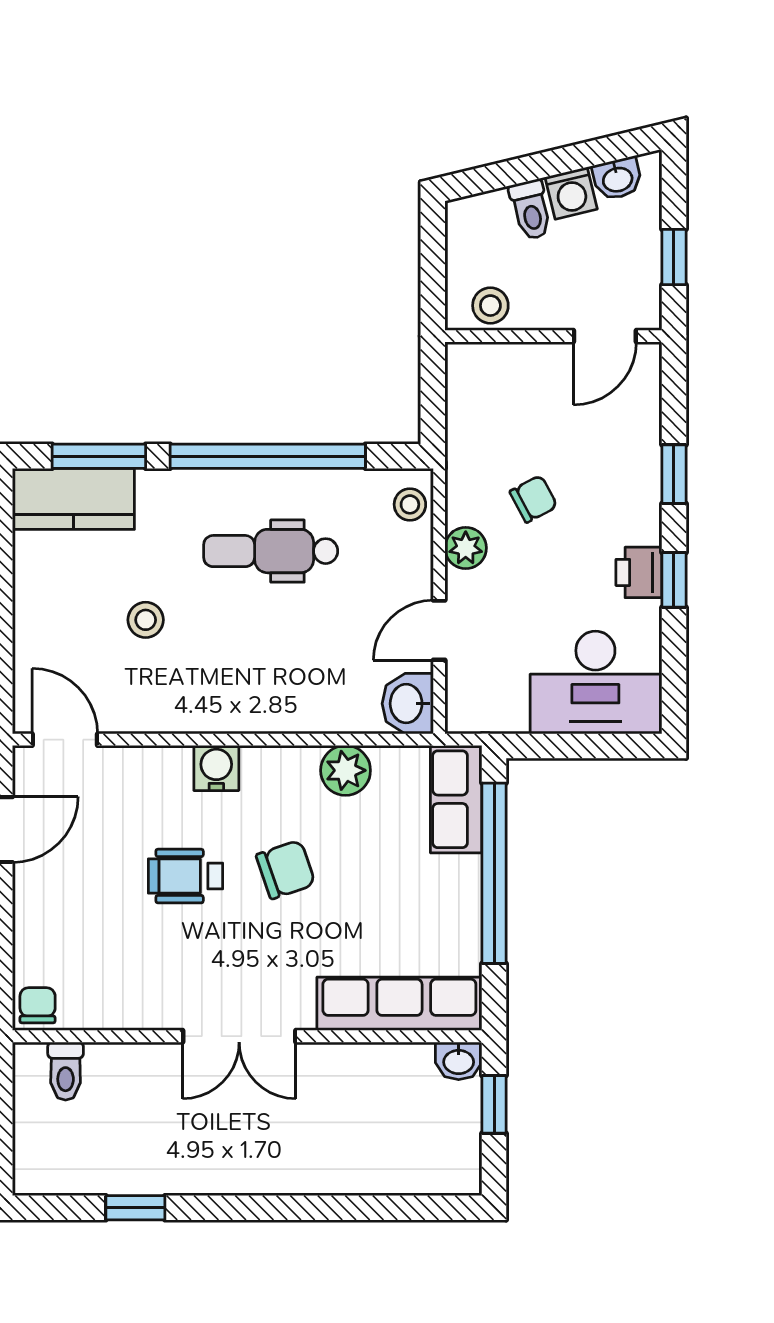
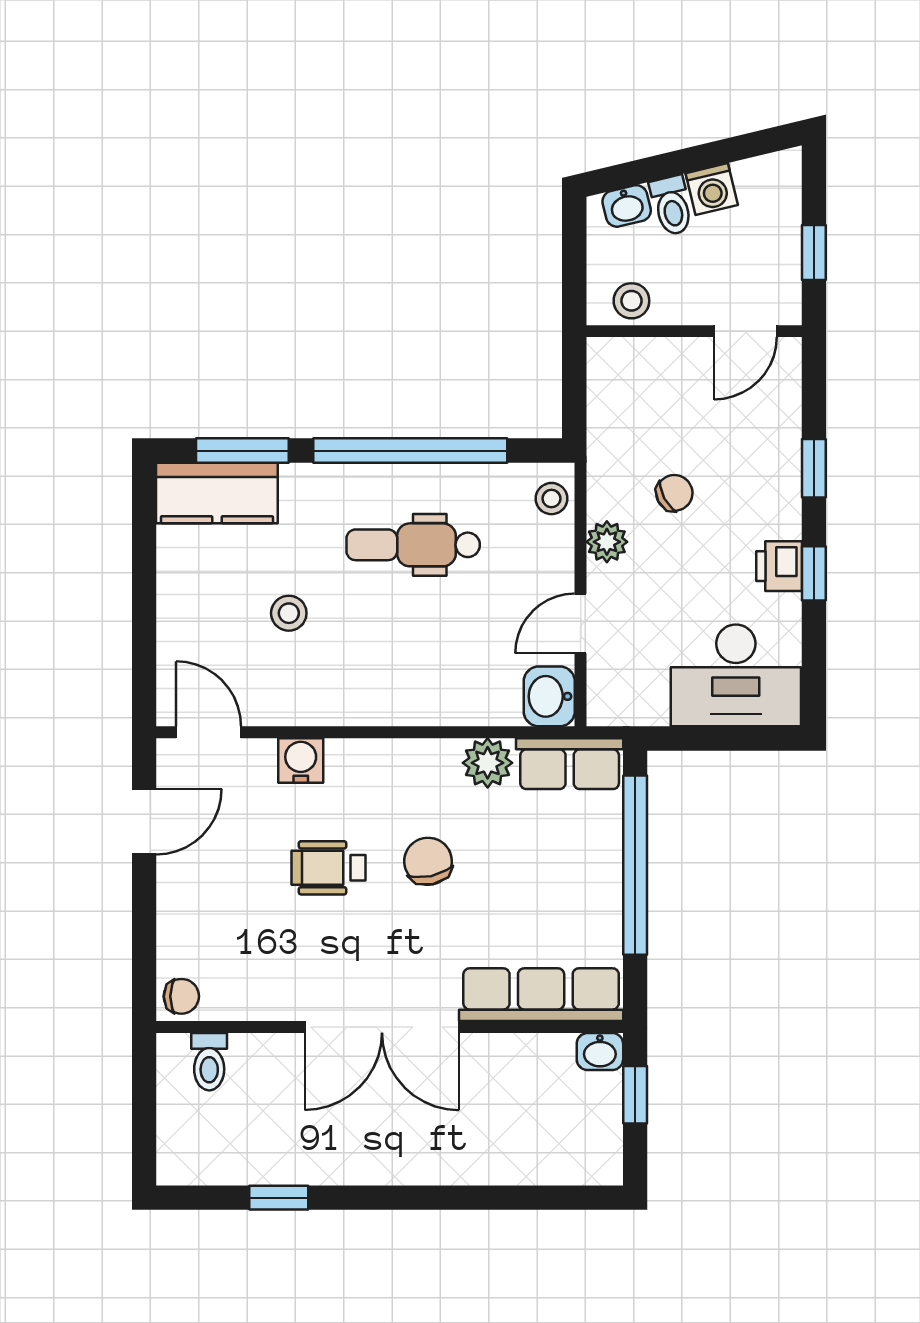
washbasin: (617, 179) -> (627, 206), moved
water cooler: (216, 768) -> (301, 760), moved
row of seats: (456, 799) -> (570, 764), moved, turned -90
chair: (286, 870) -> (428, 861), turned -83
chair: (38, 1005) -> (181, 996), turned 90
double door: (239, 1036) -> (382, 1027), width x1.37

